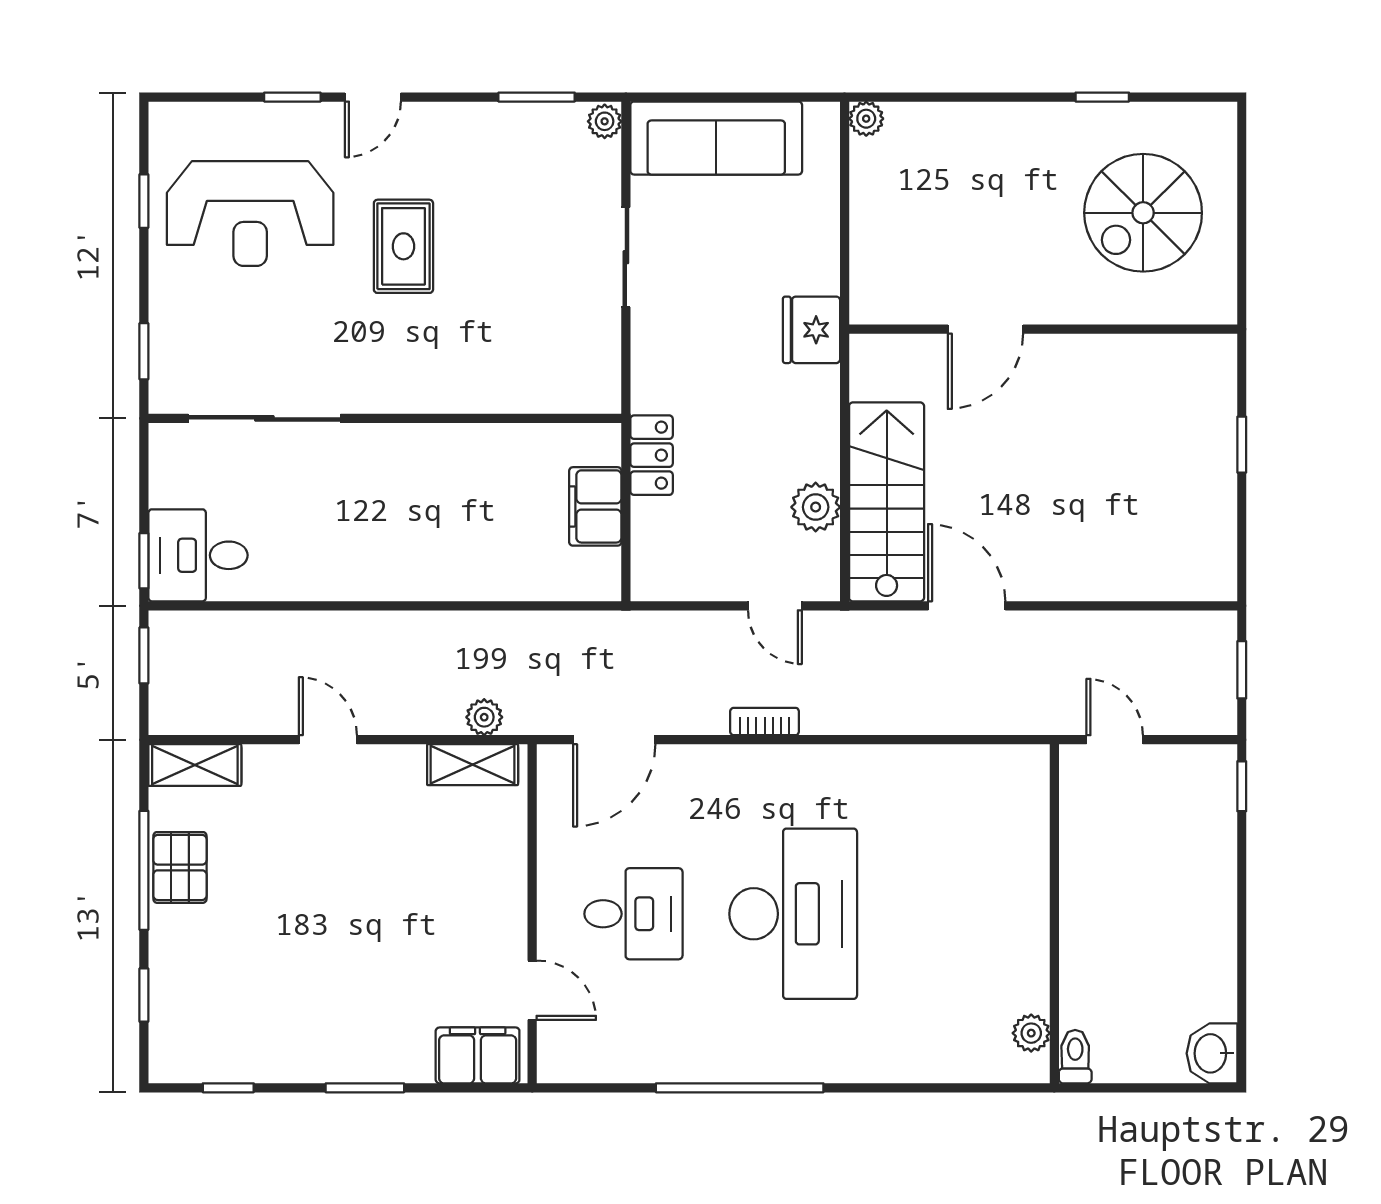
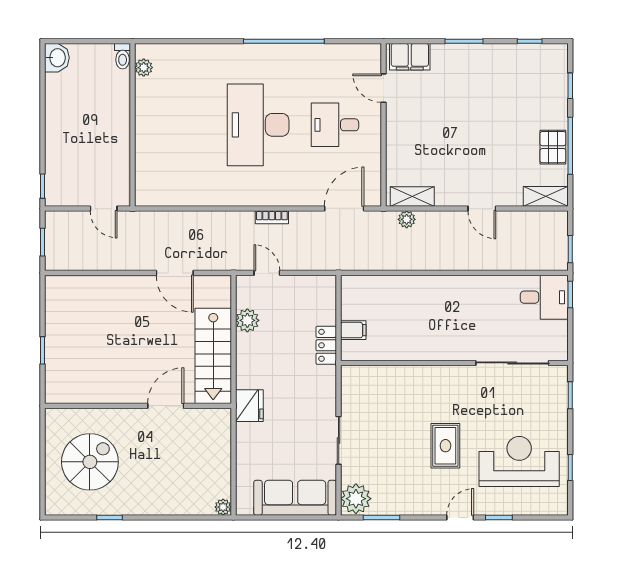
plant: (605, 121) -> (356, 499), width x1.88, depth x1.88
stairs: (887, 502) -> (213, 356), moved
filing cabinet: (595, 506) -> (353, 330), width x0.50

